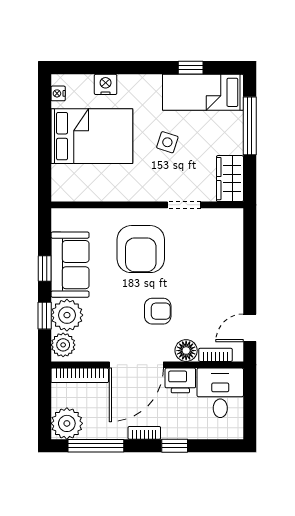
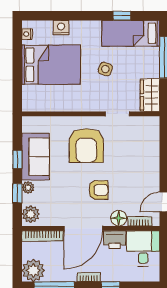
plant: (67, 315) -> (28, 187), width x0.53, depth x0.53

